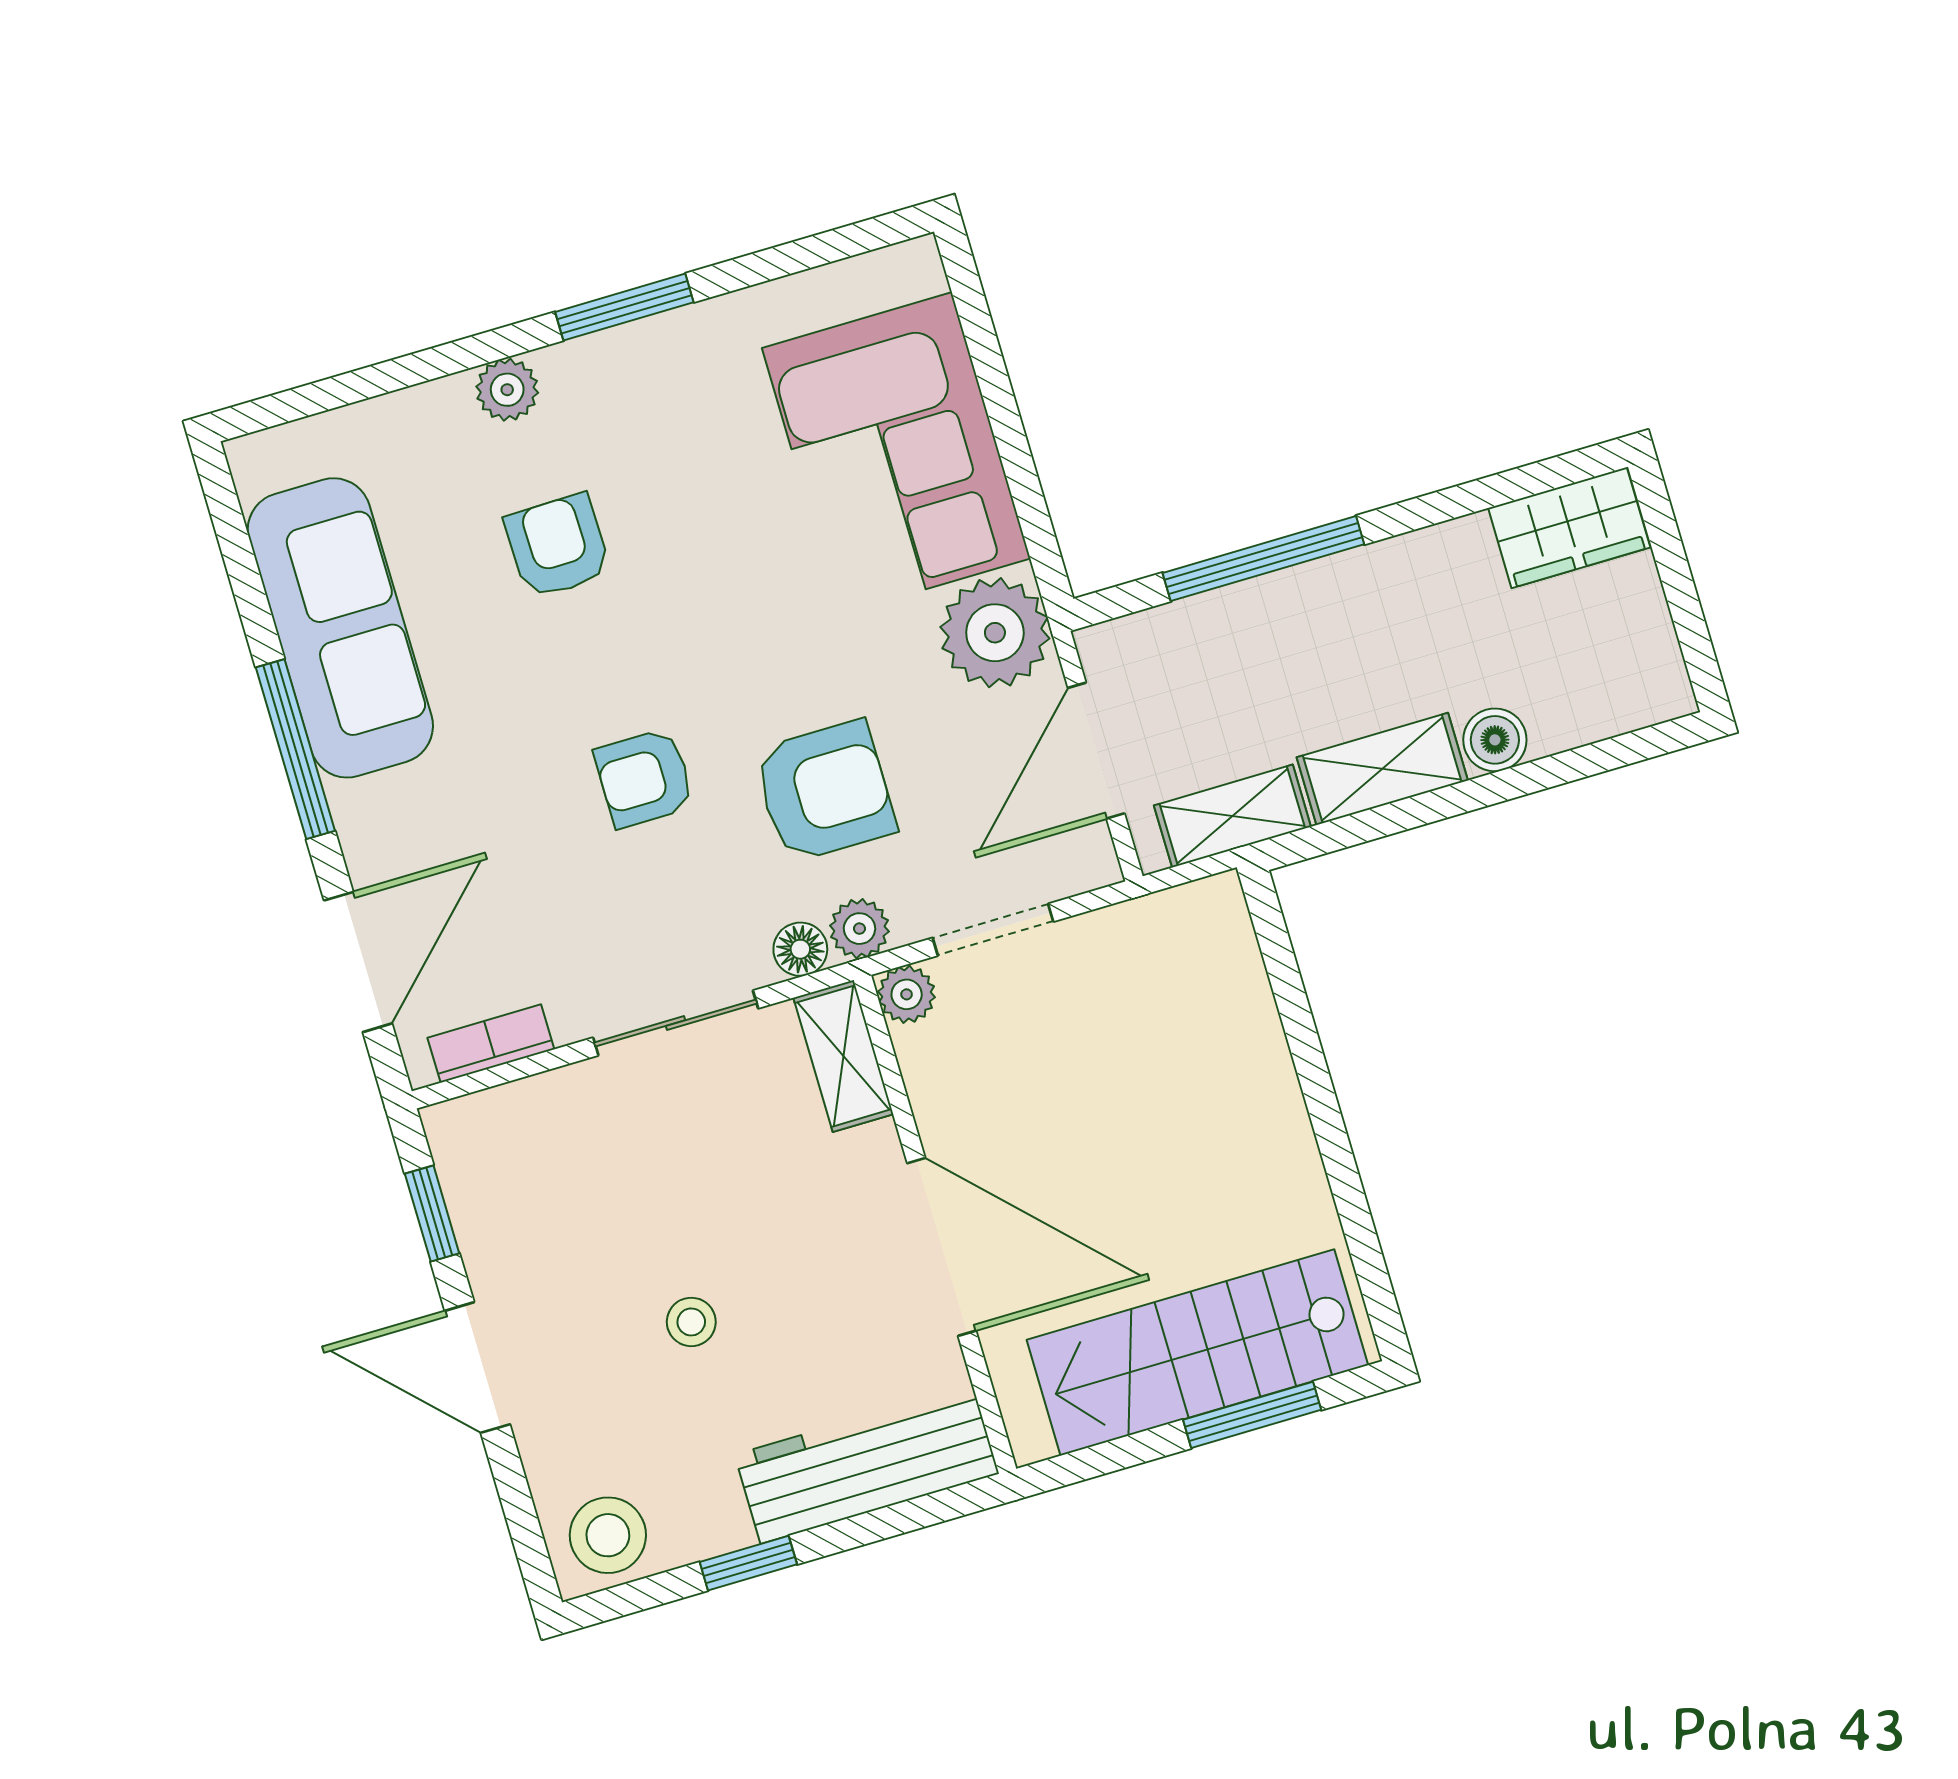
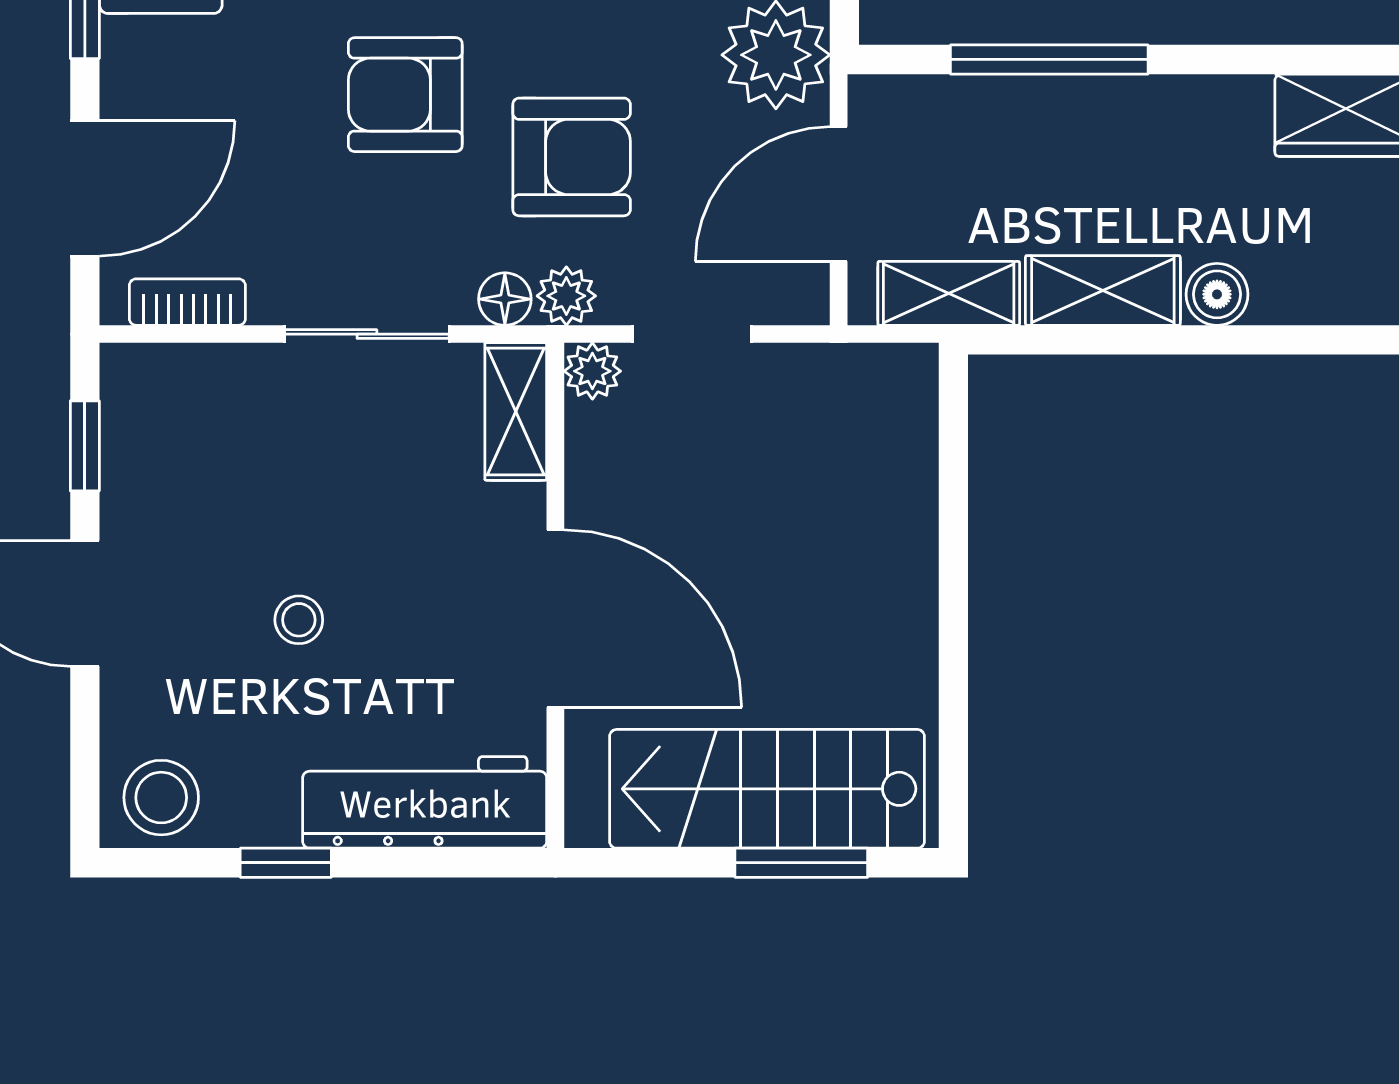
armchair: (644, 778) -> (405, 95), width x1.38, depth x1.38

